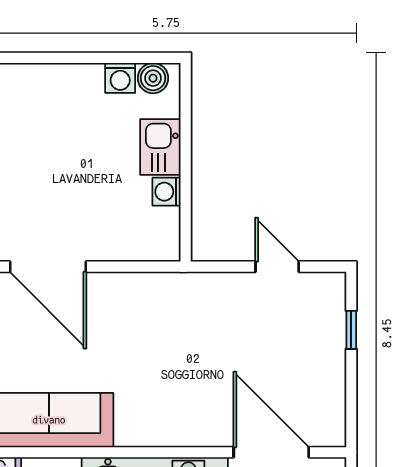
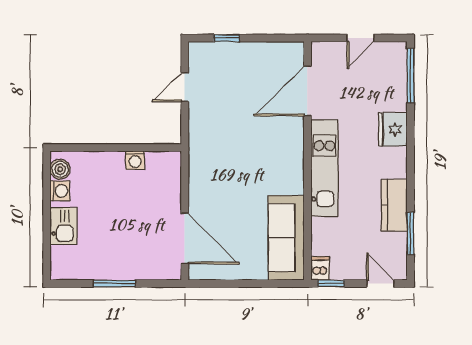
kitchen sink: (160, 147) -> (63, 226), moved, turned -90
door: (48, 267) -> (185, 239), hinge flipped

